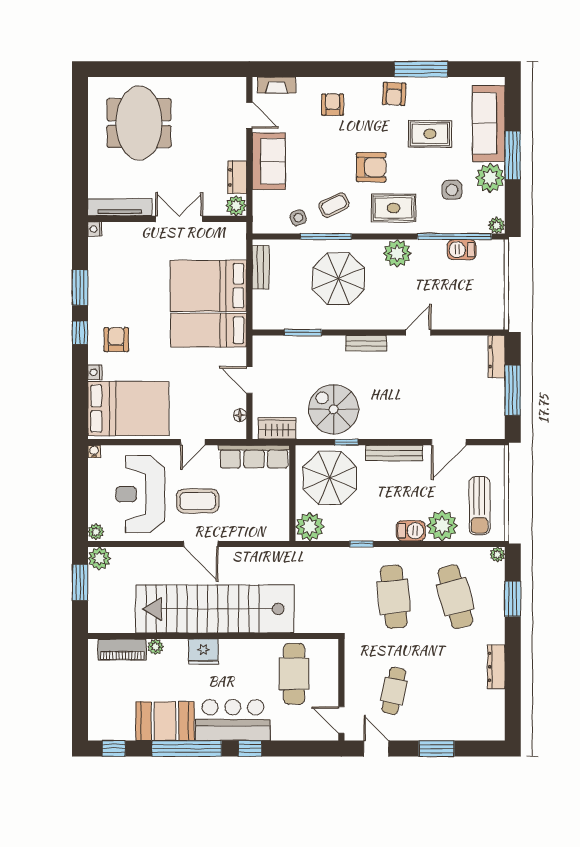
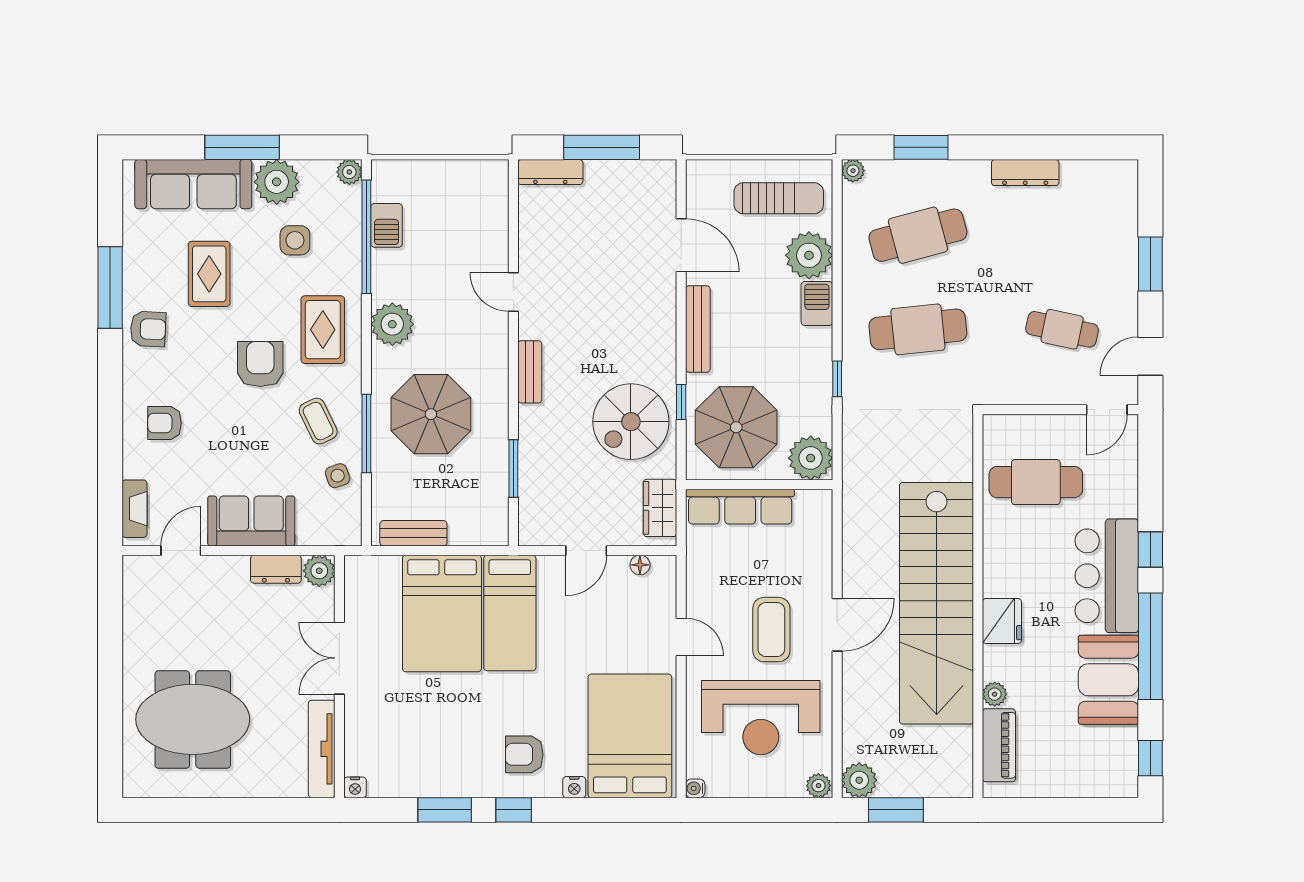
row of seats: (254, 457) -> (740, 507), moved, turned 90

